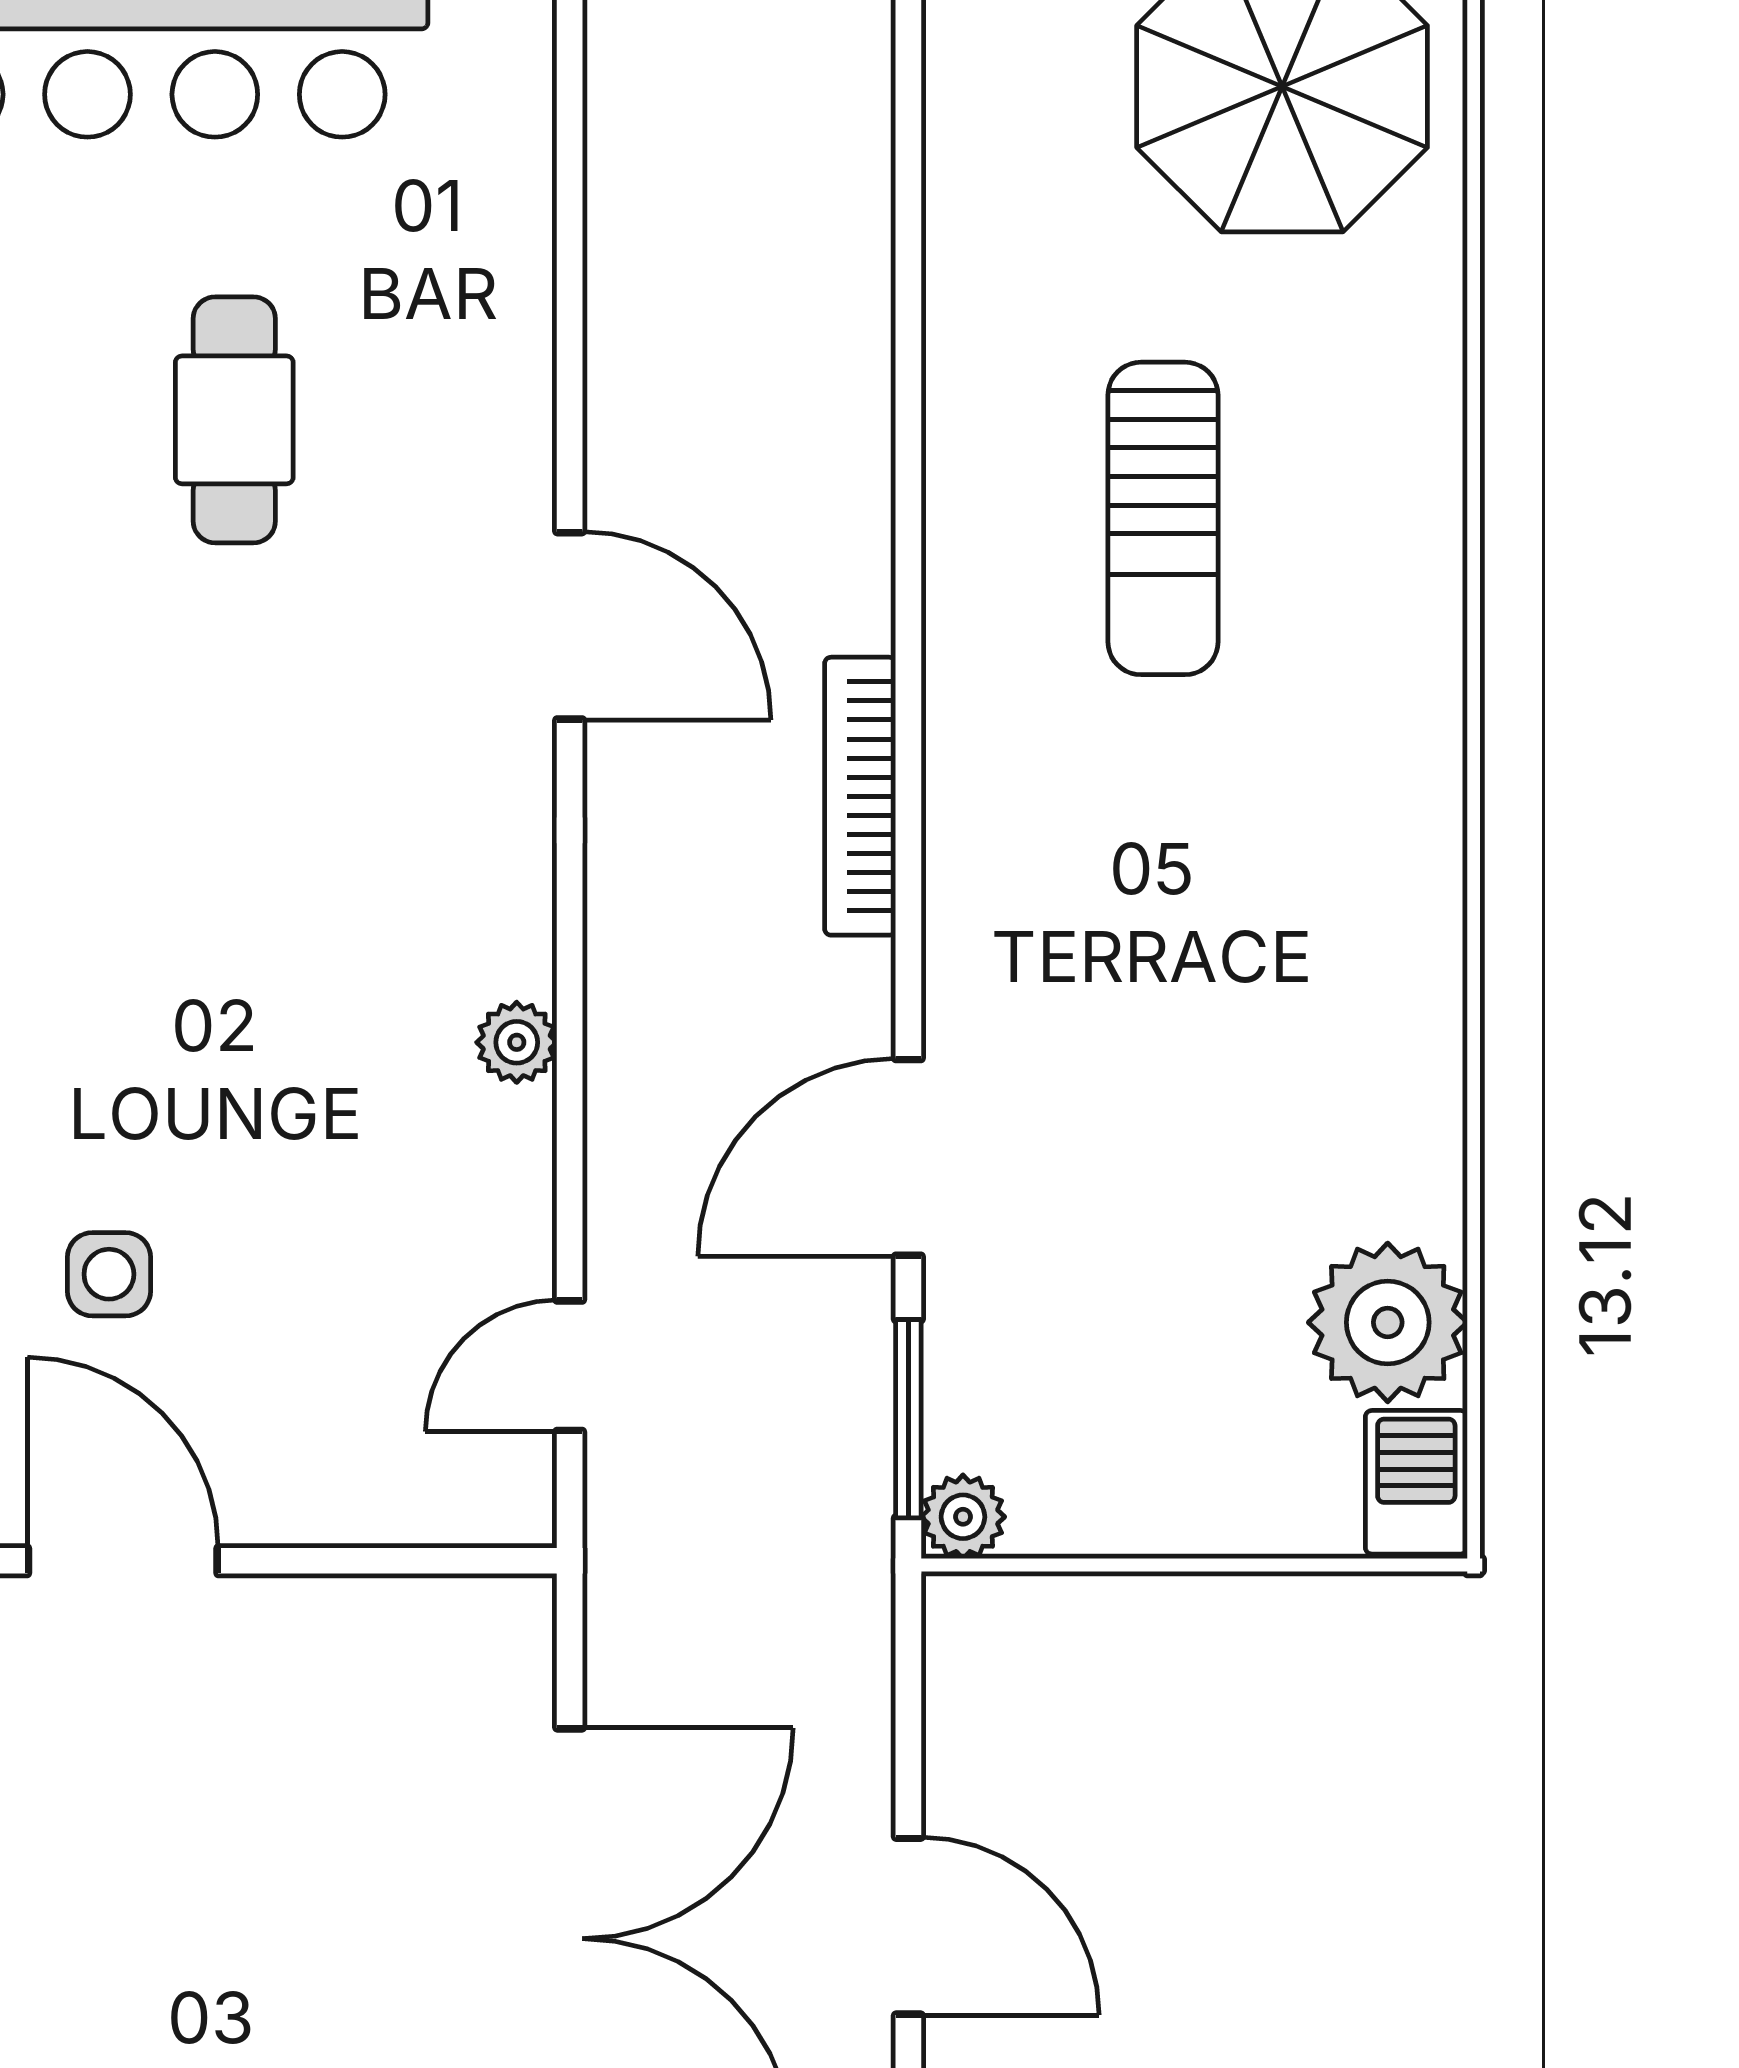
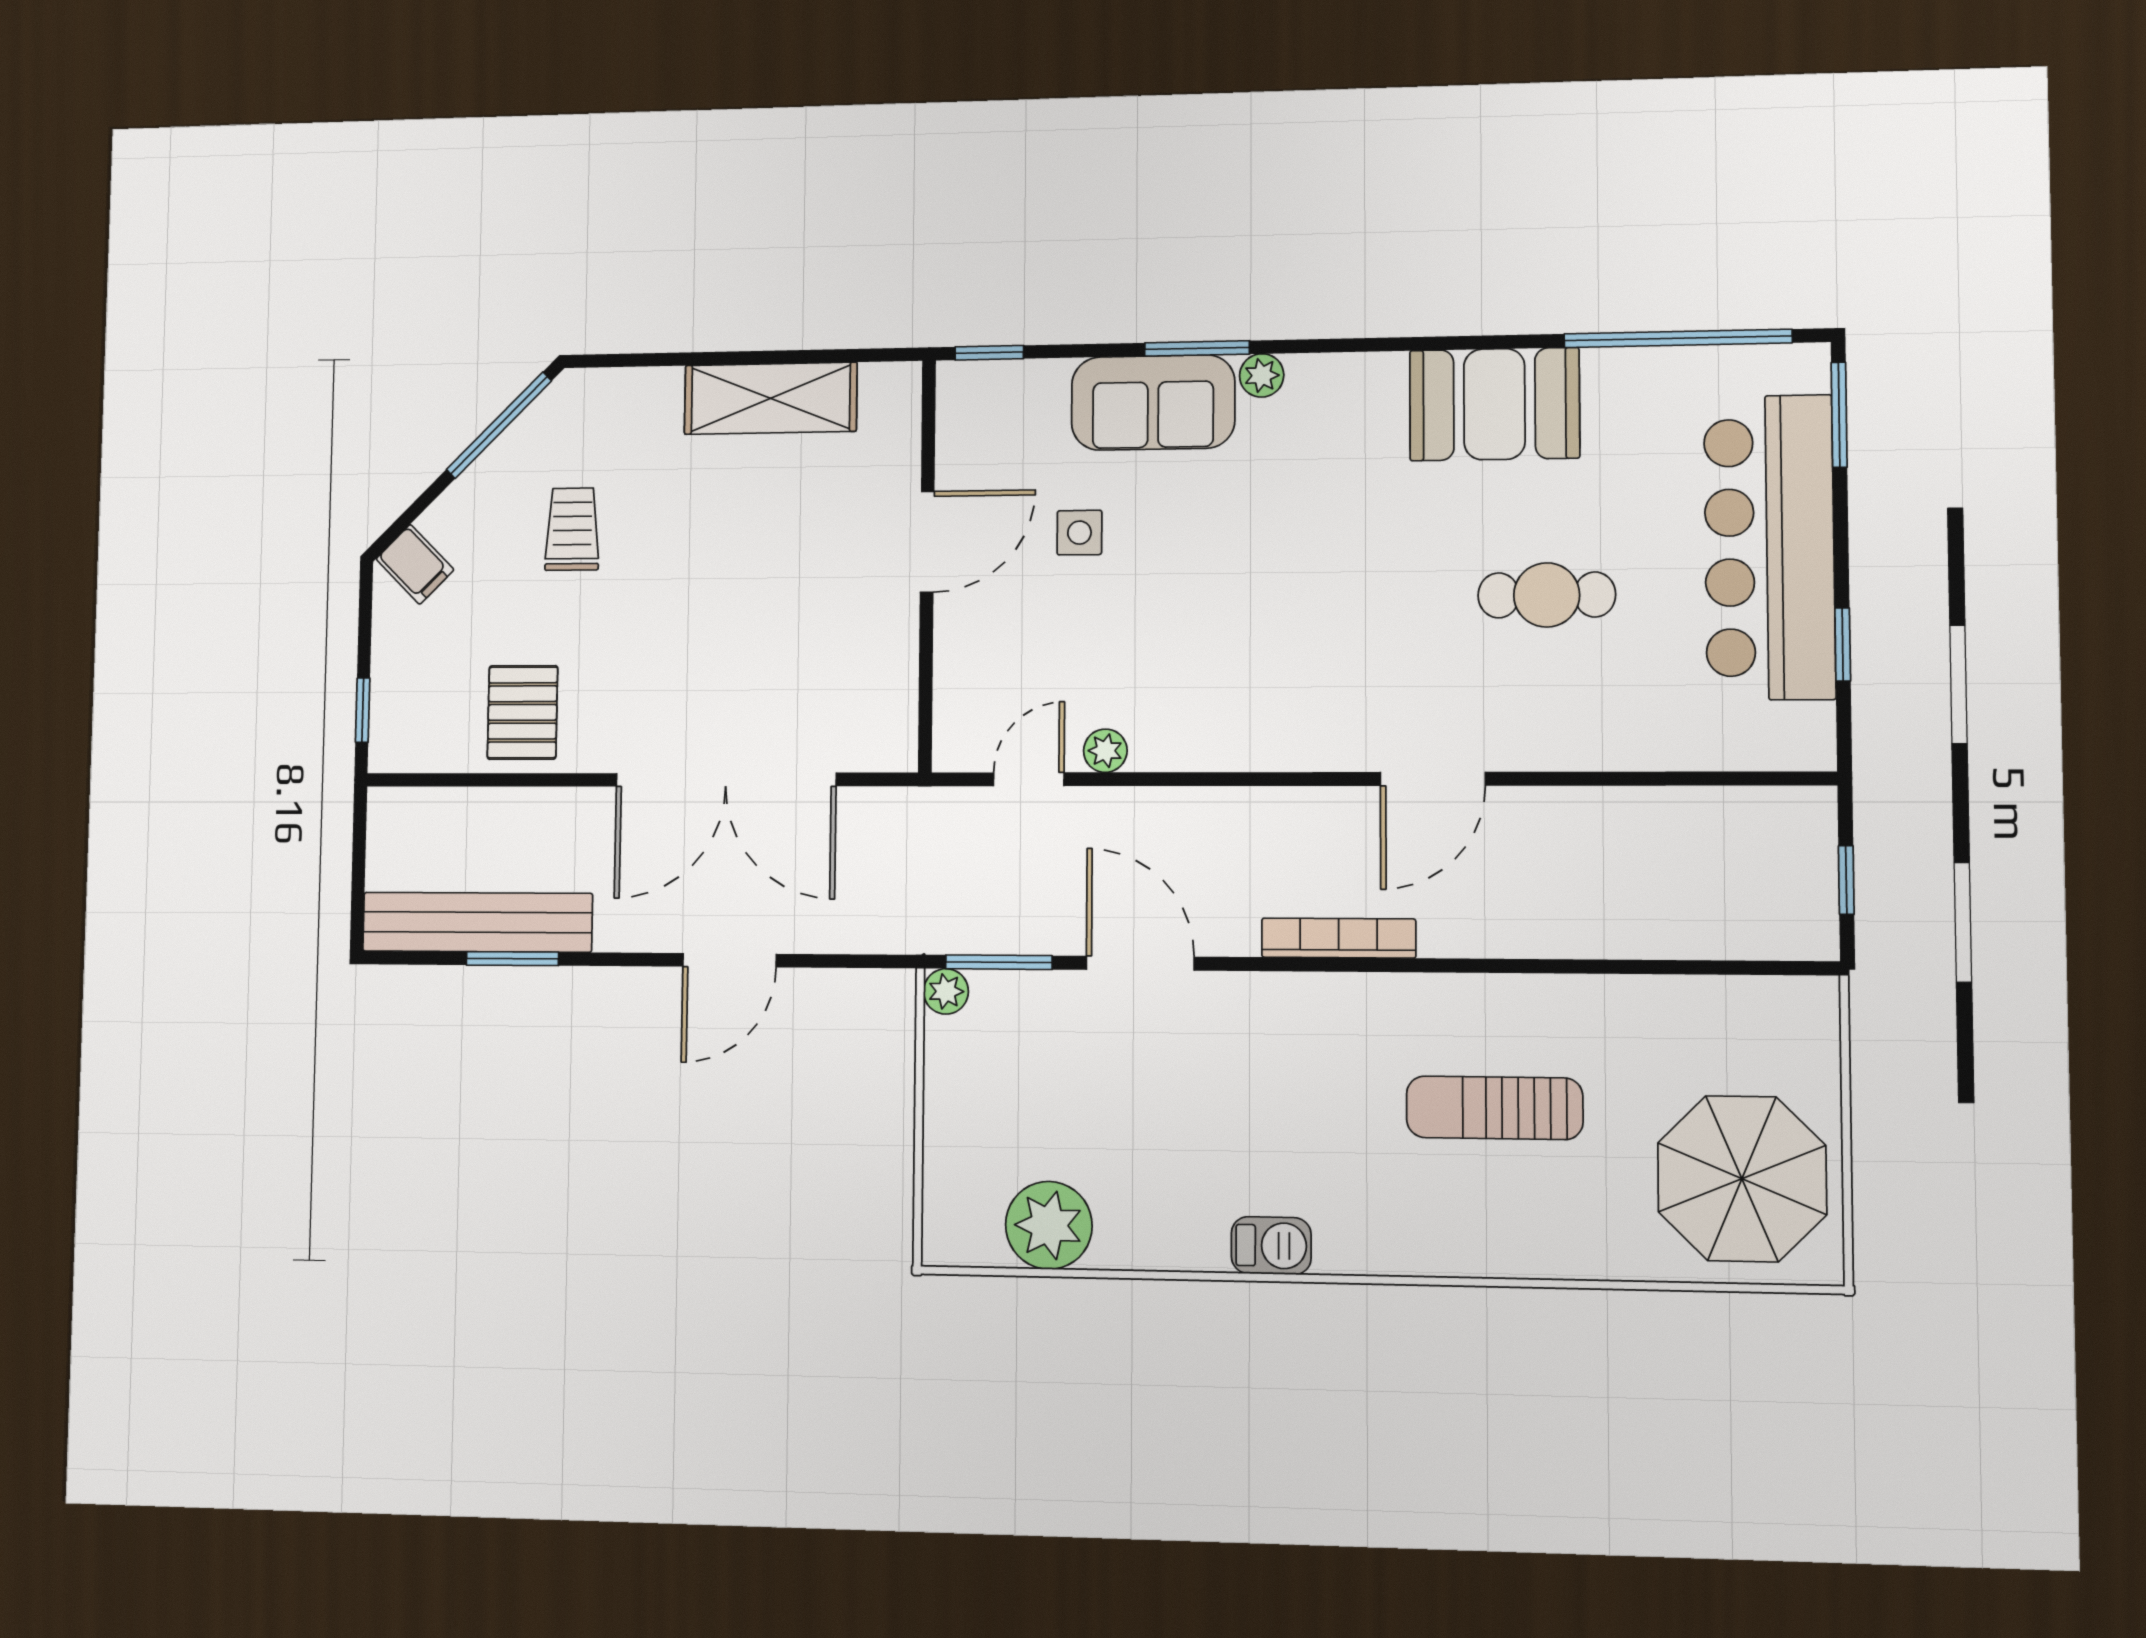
plant: (517, 1042) -> (1105, 751), moved
door: (570, 1366) -> (1029, 779), hinge flipped
barbecue: (1416, 1482) -> (1271, 1246), moved

